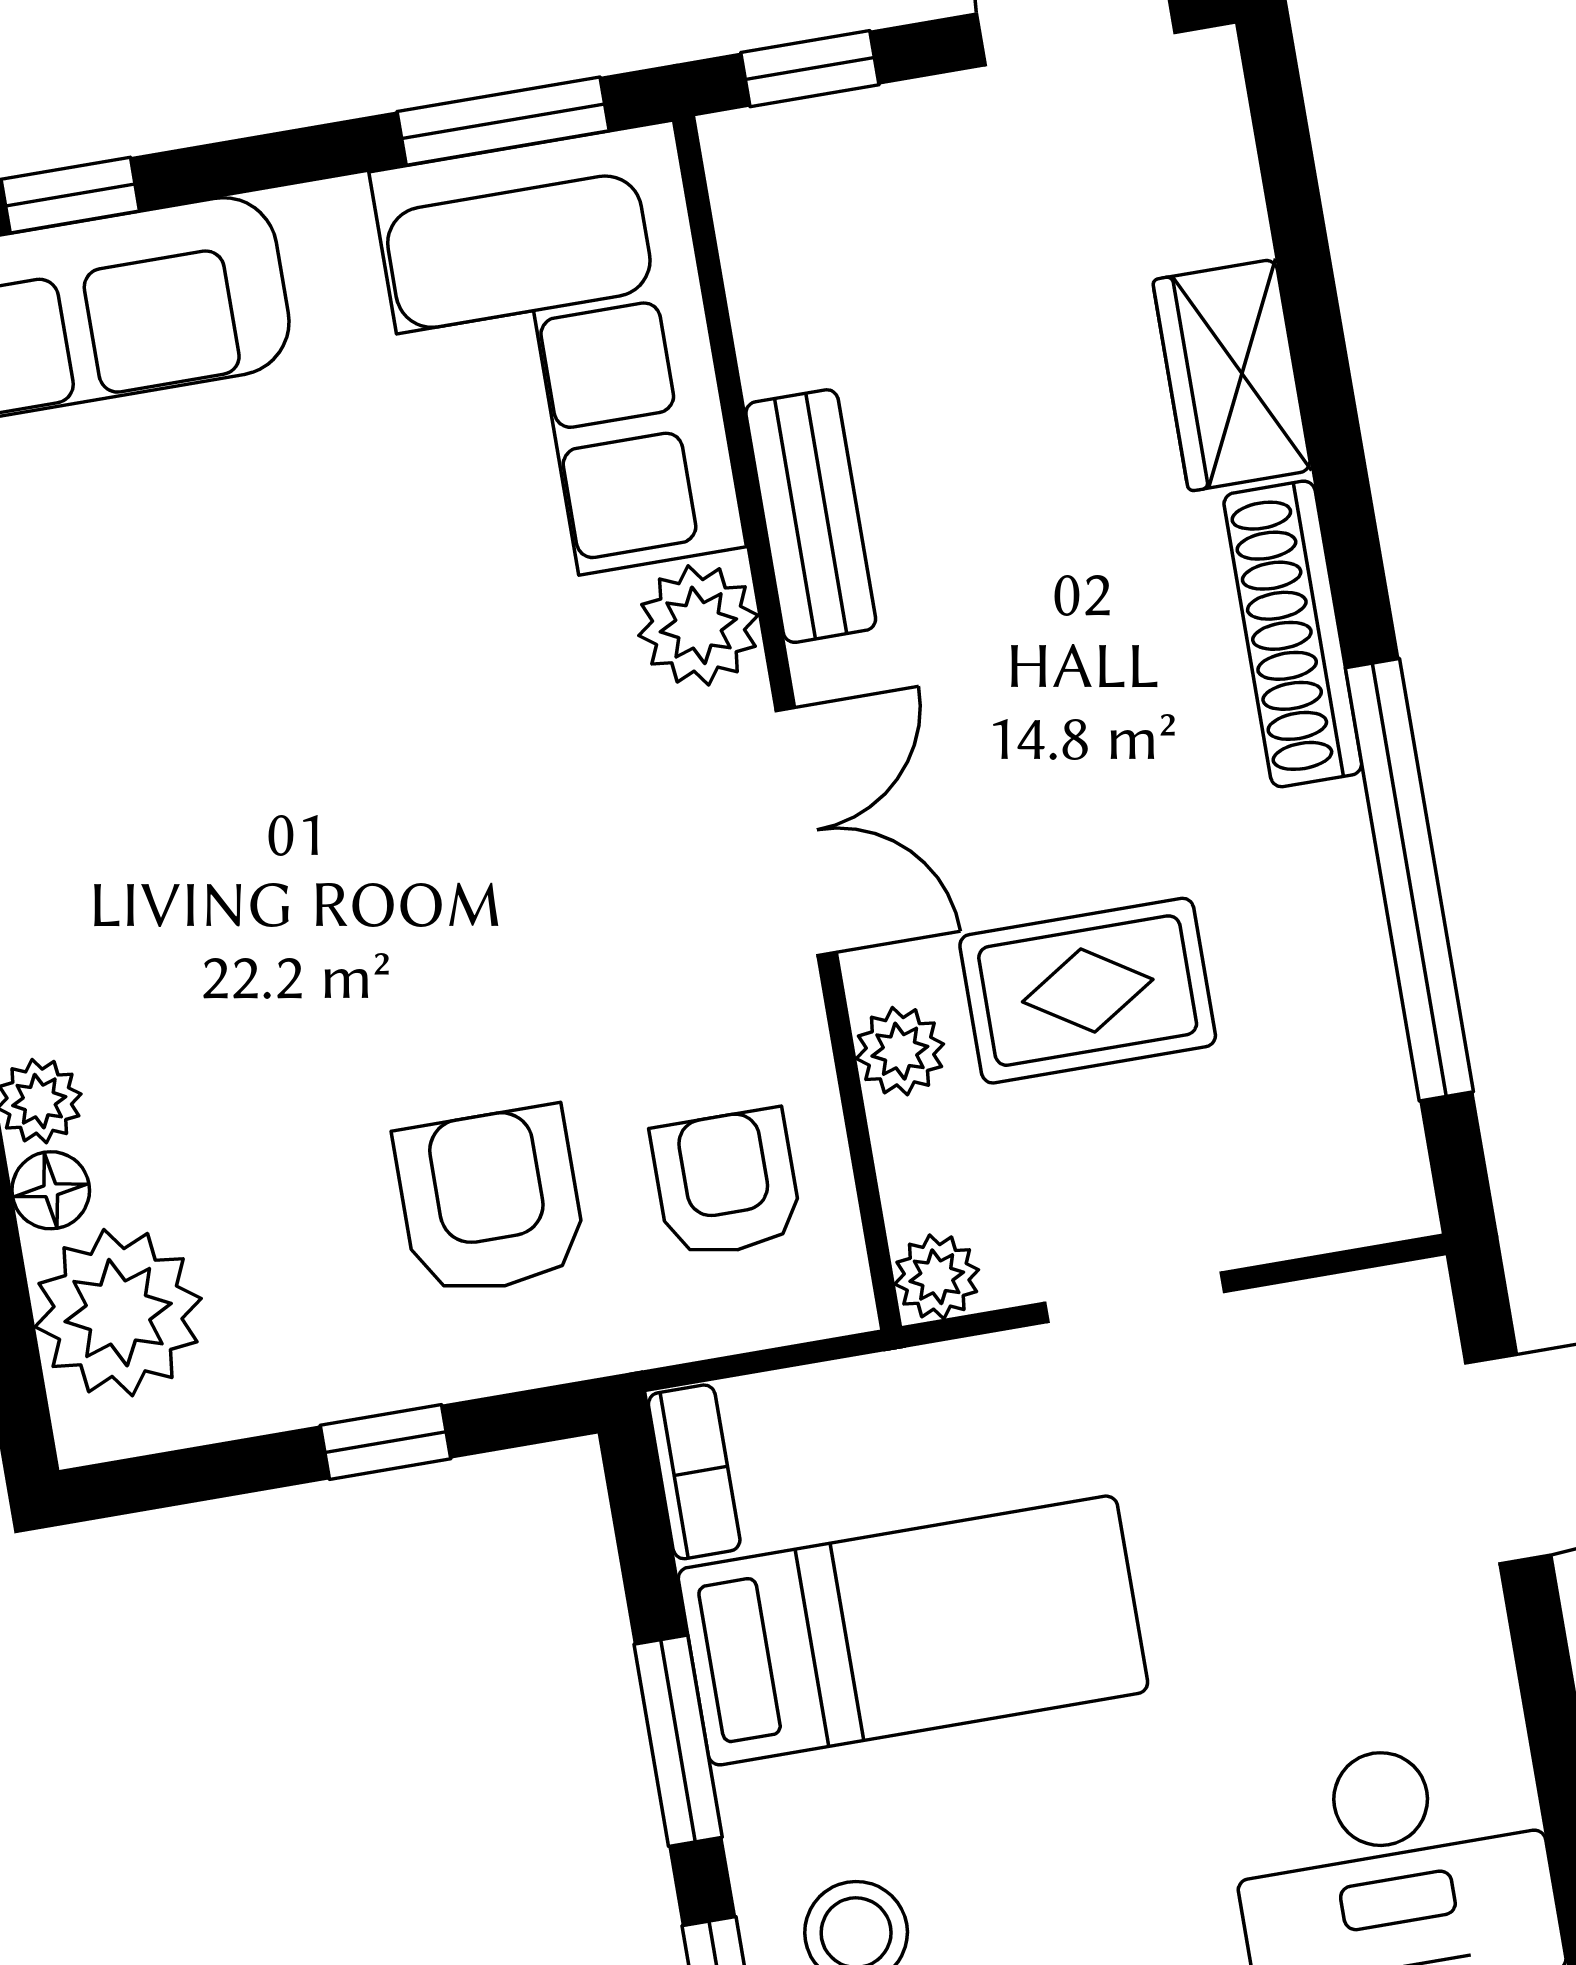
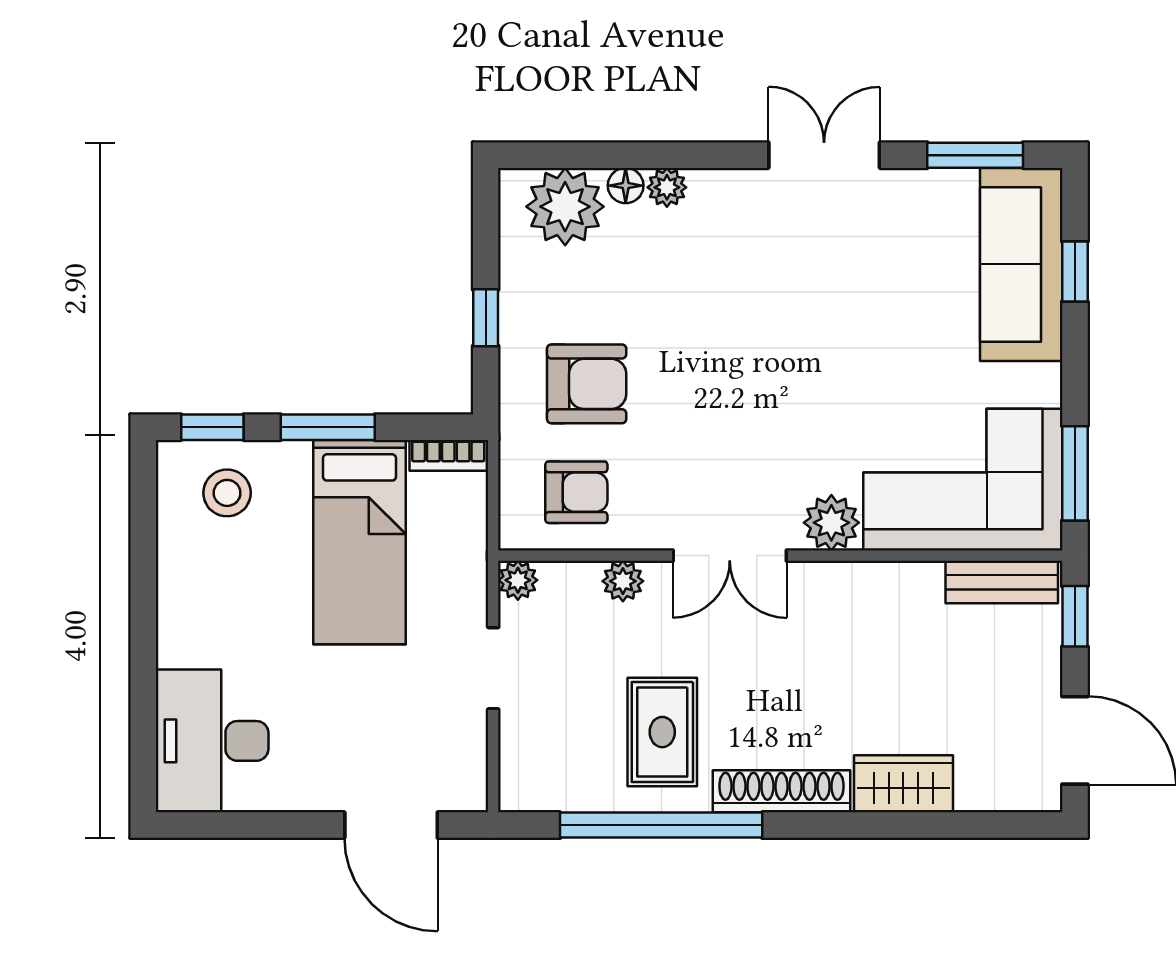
bench: (811, 516) -> (1002, 582), moved
rug: (1088, 991) -> (662, 732), moved

